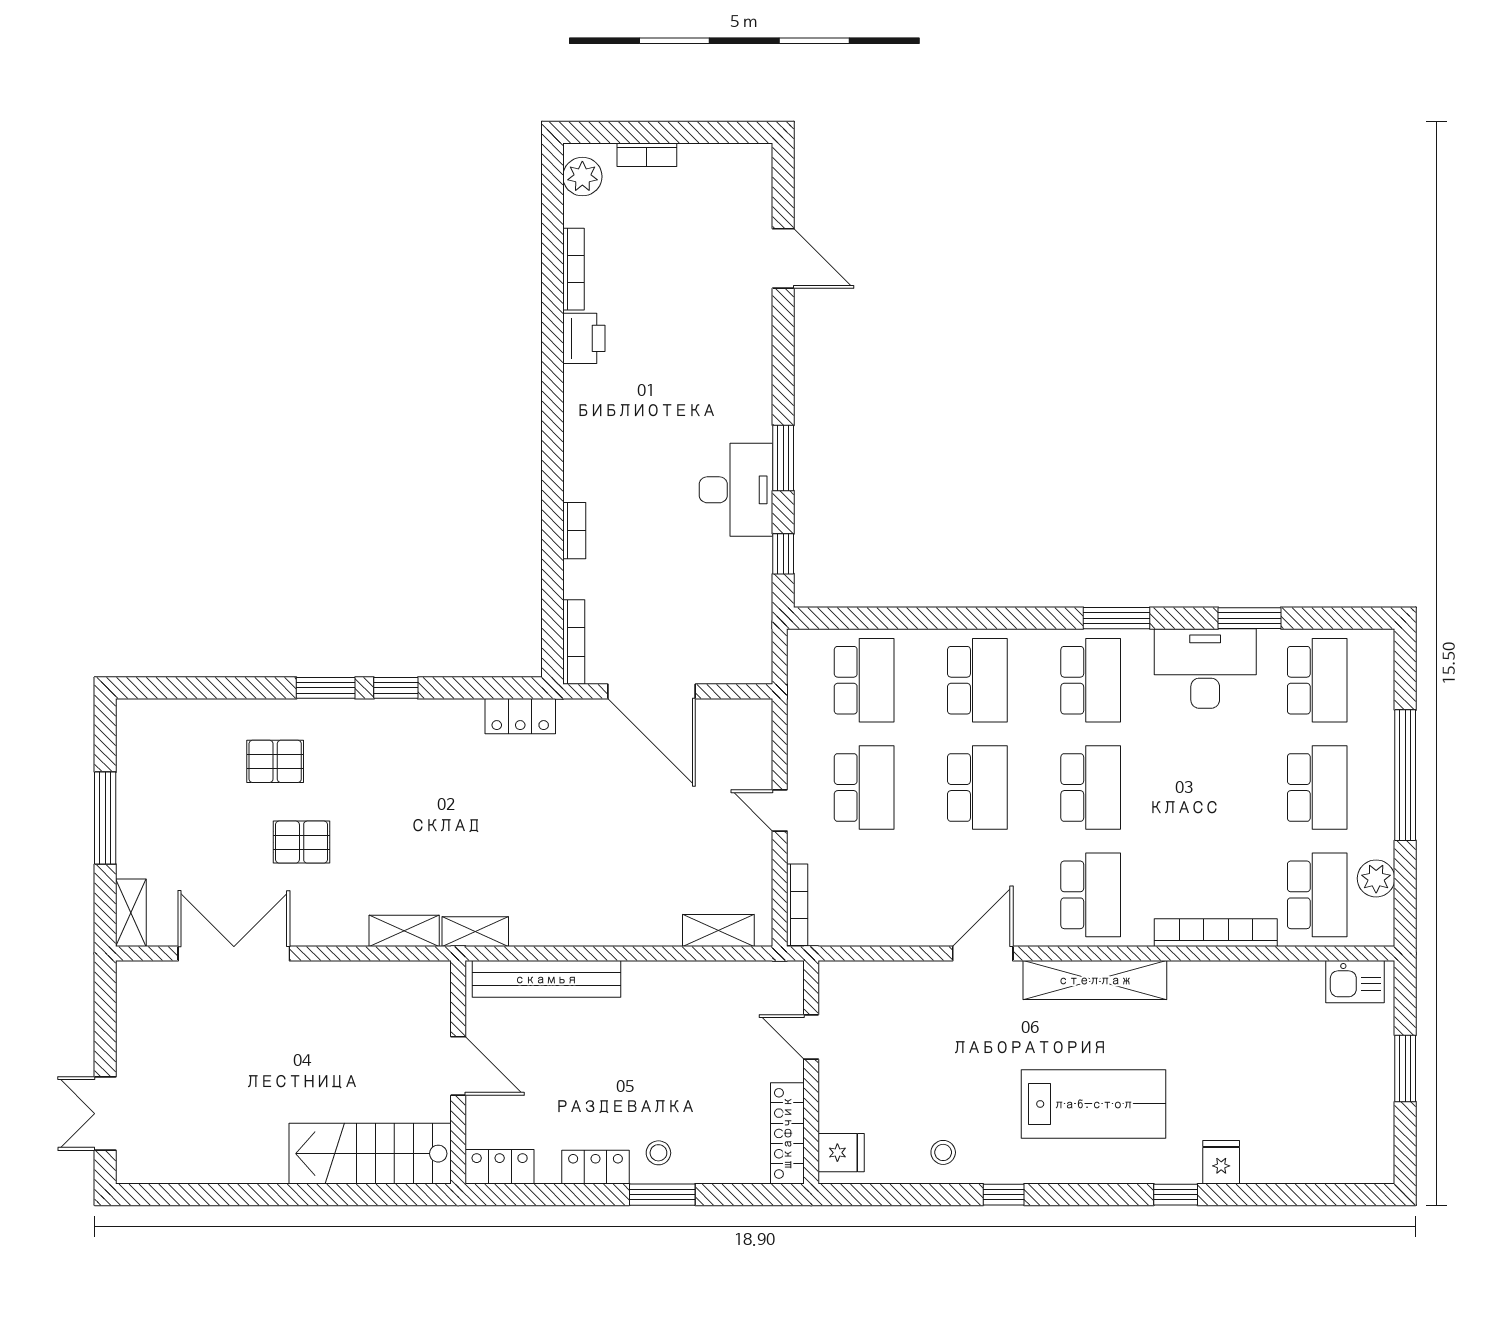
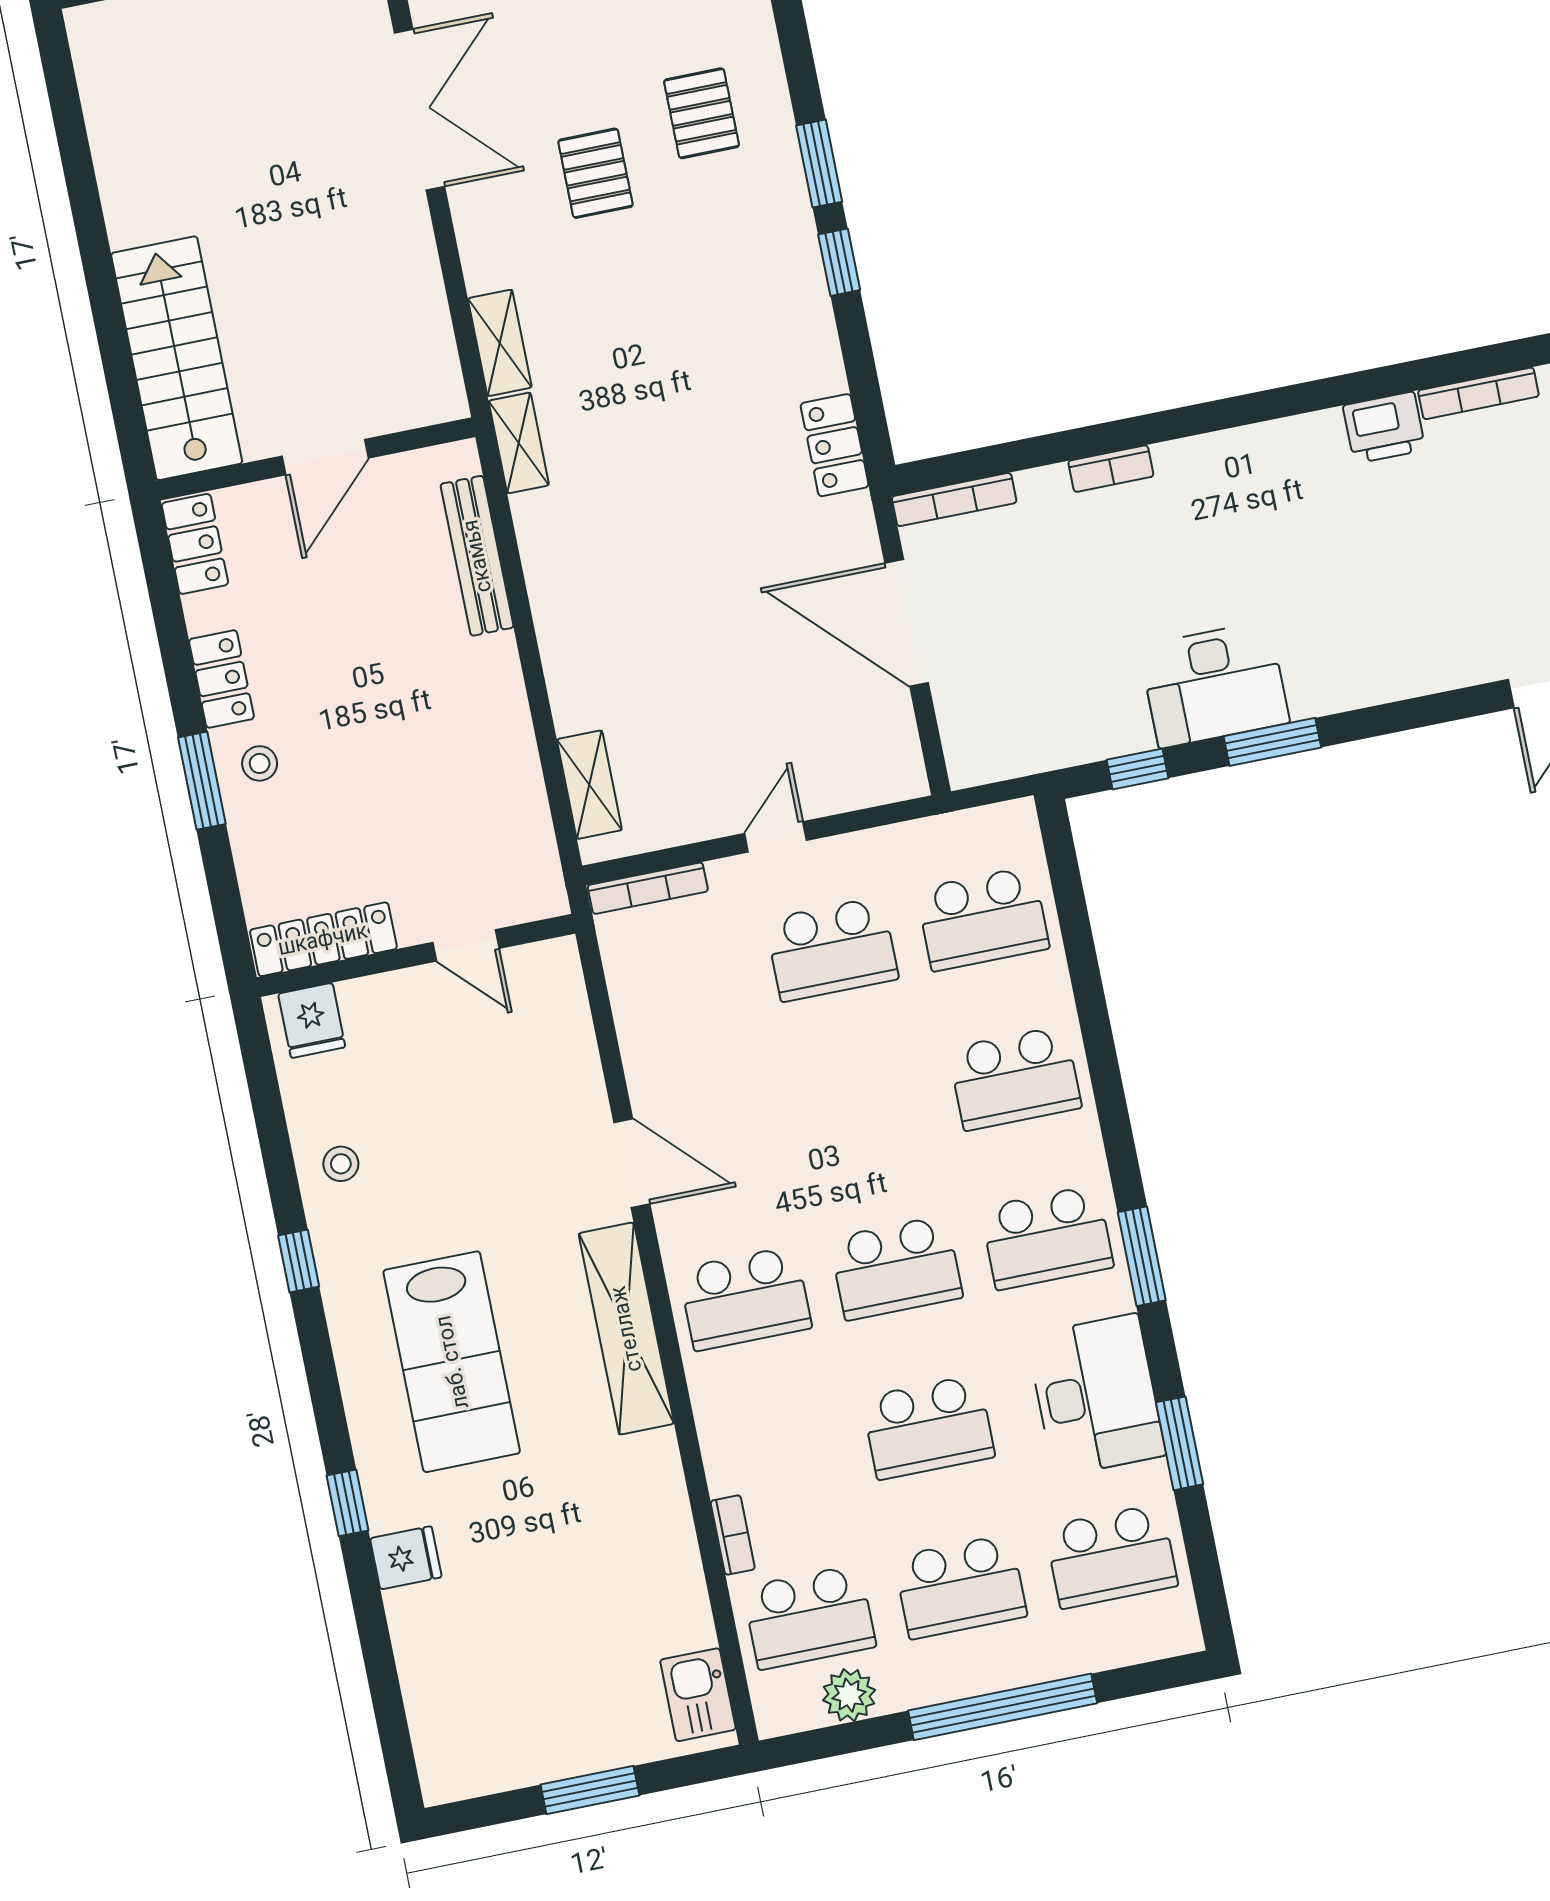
door: (652, 691) -> (907, 623), hinge flipped
school desk: (977, 788) -> (928, 1427), moved
bookcase: (1216, 933) -> (733, 1535), width x0.43, depth x0.76
bench: (546, 979) -> (477, 556), width x0.73, depth x0.82
door: (811, 1037) -> (466, 945), swing flipped

